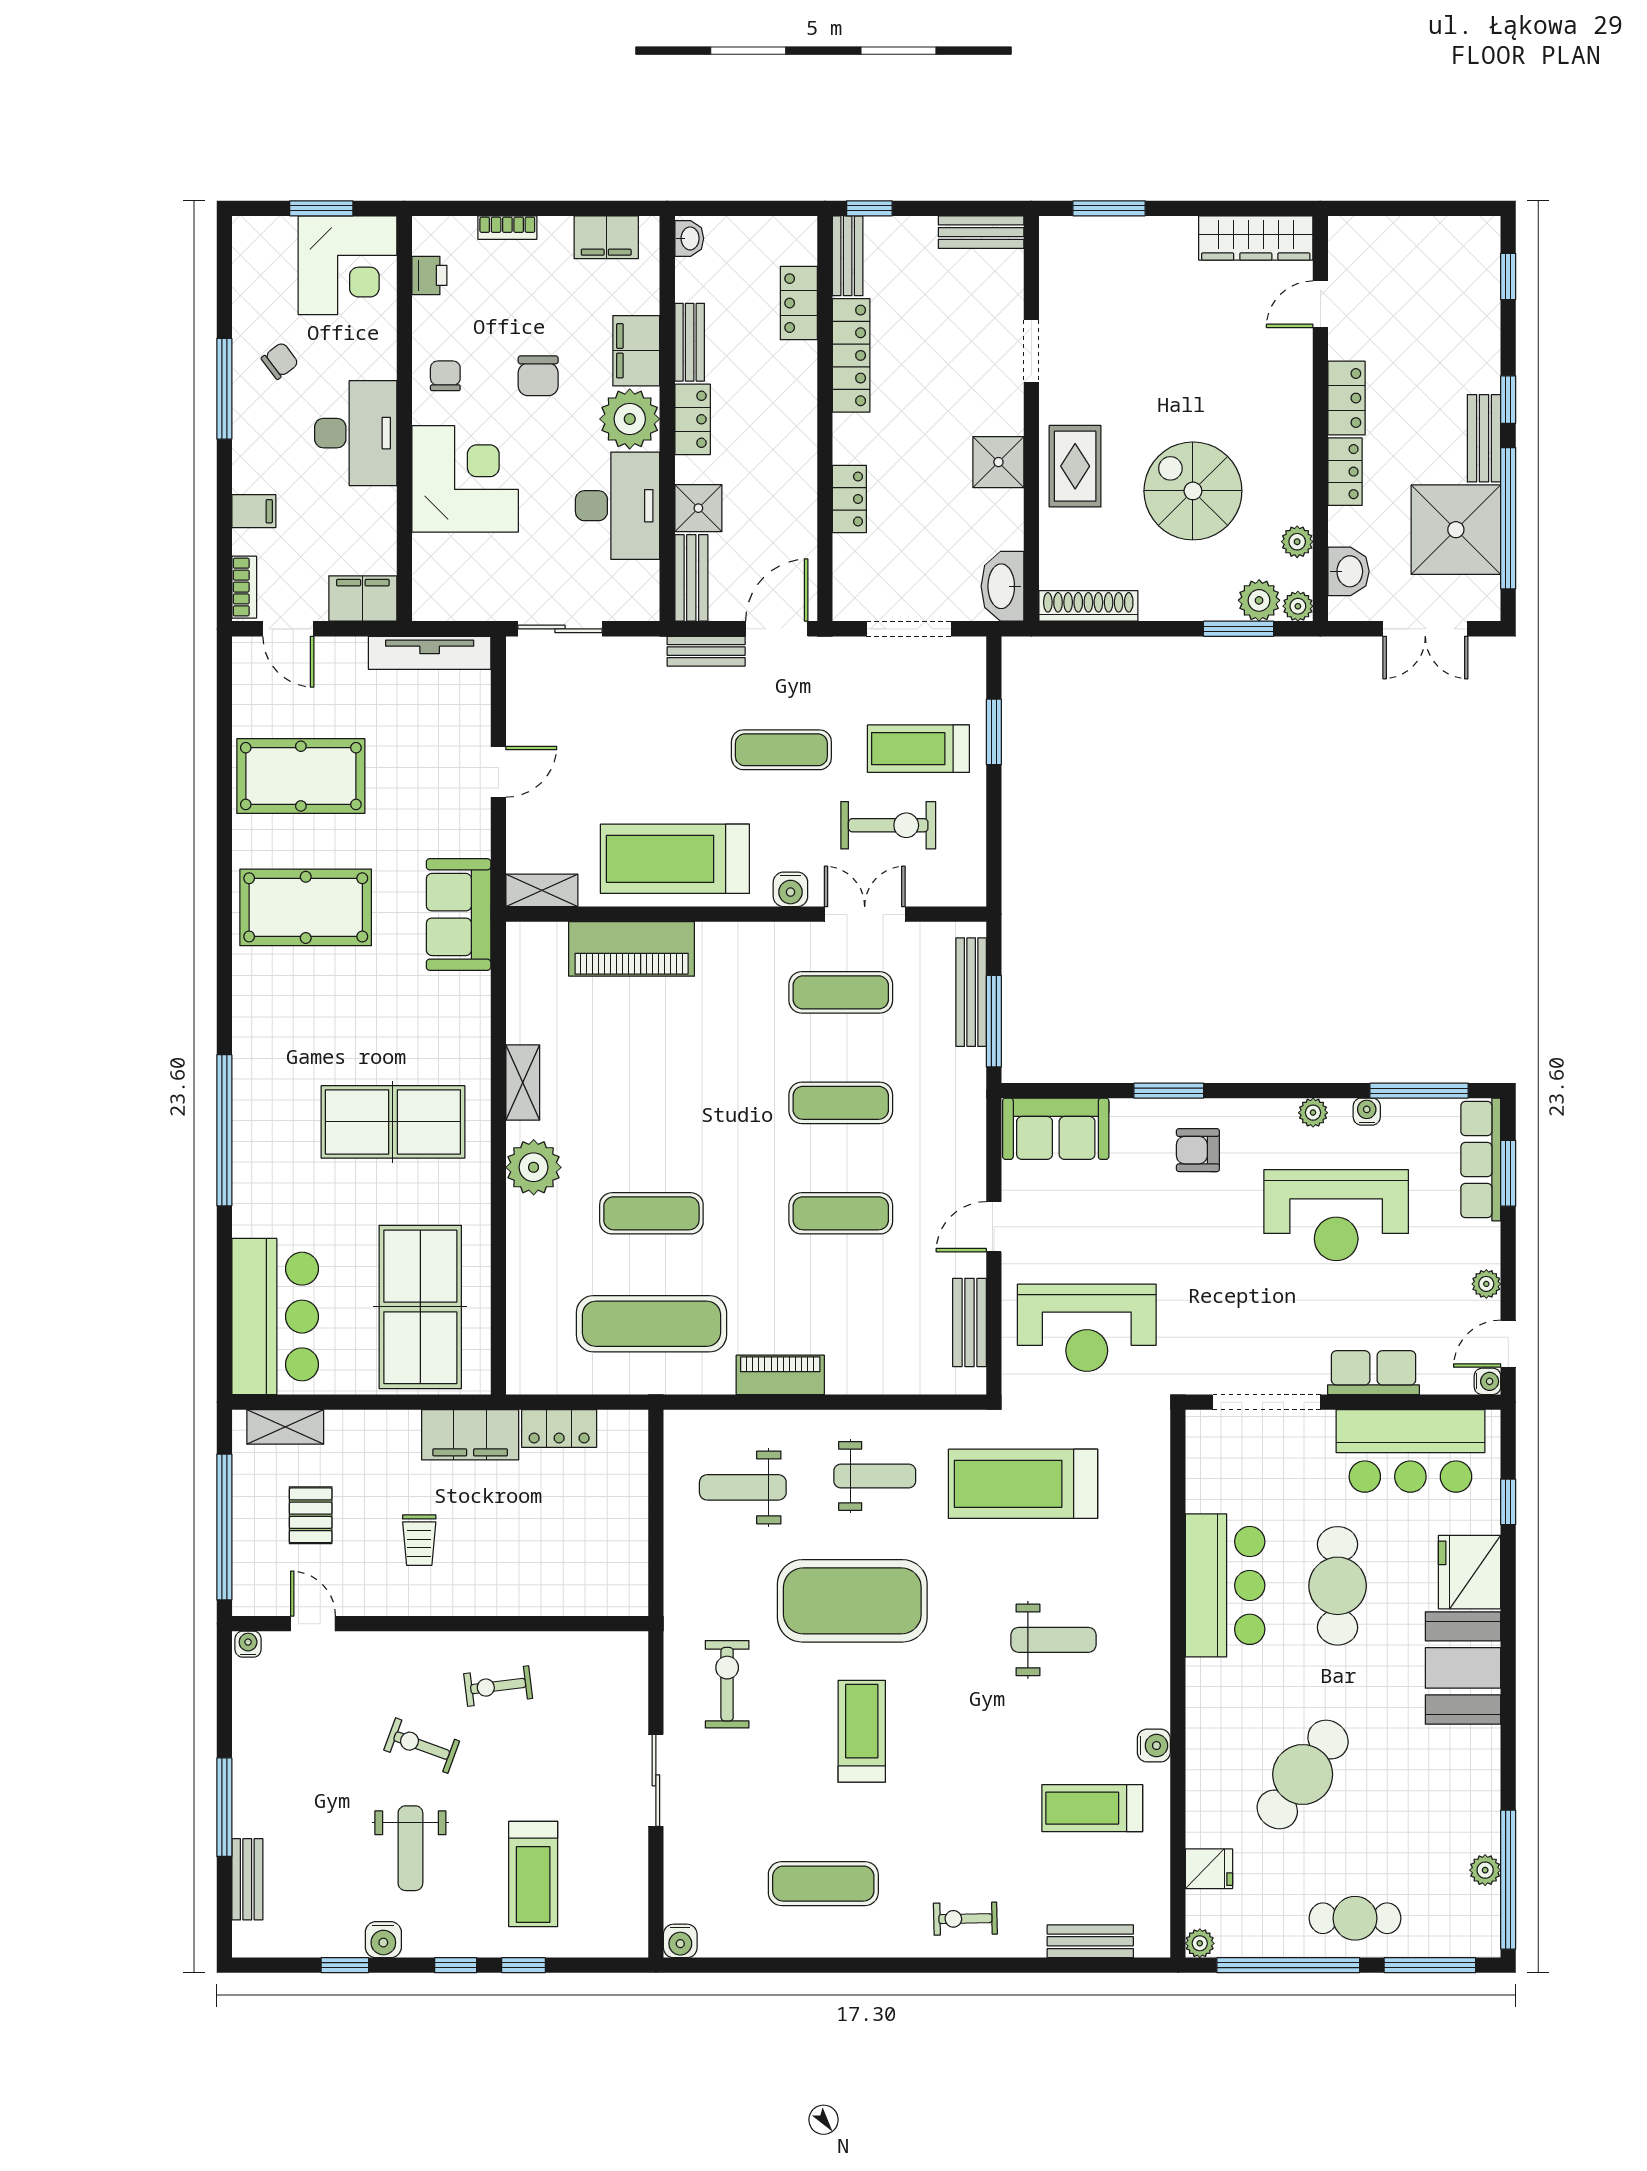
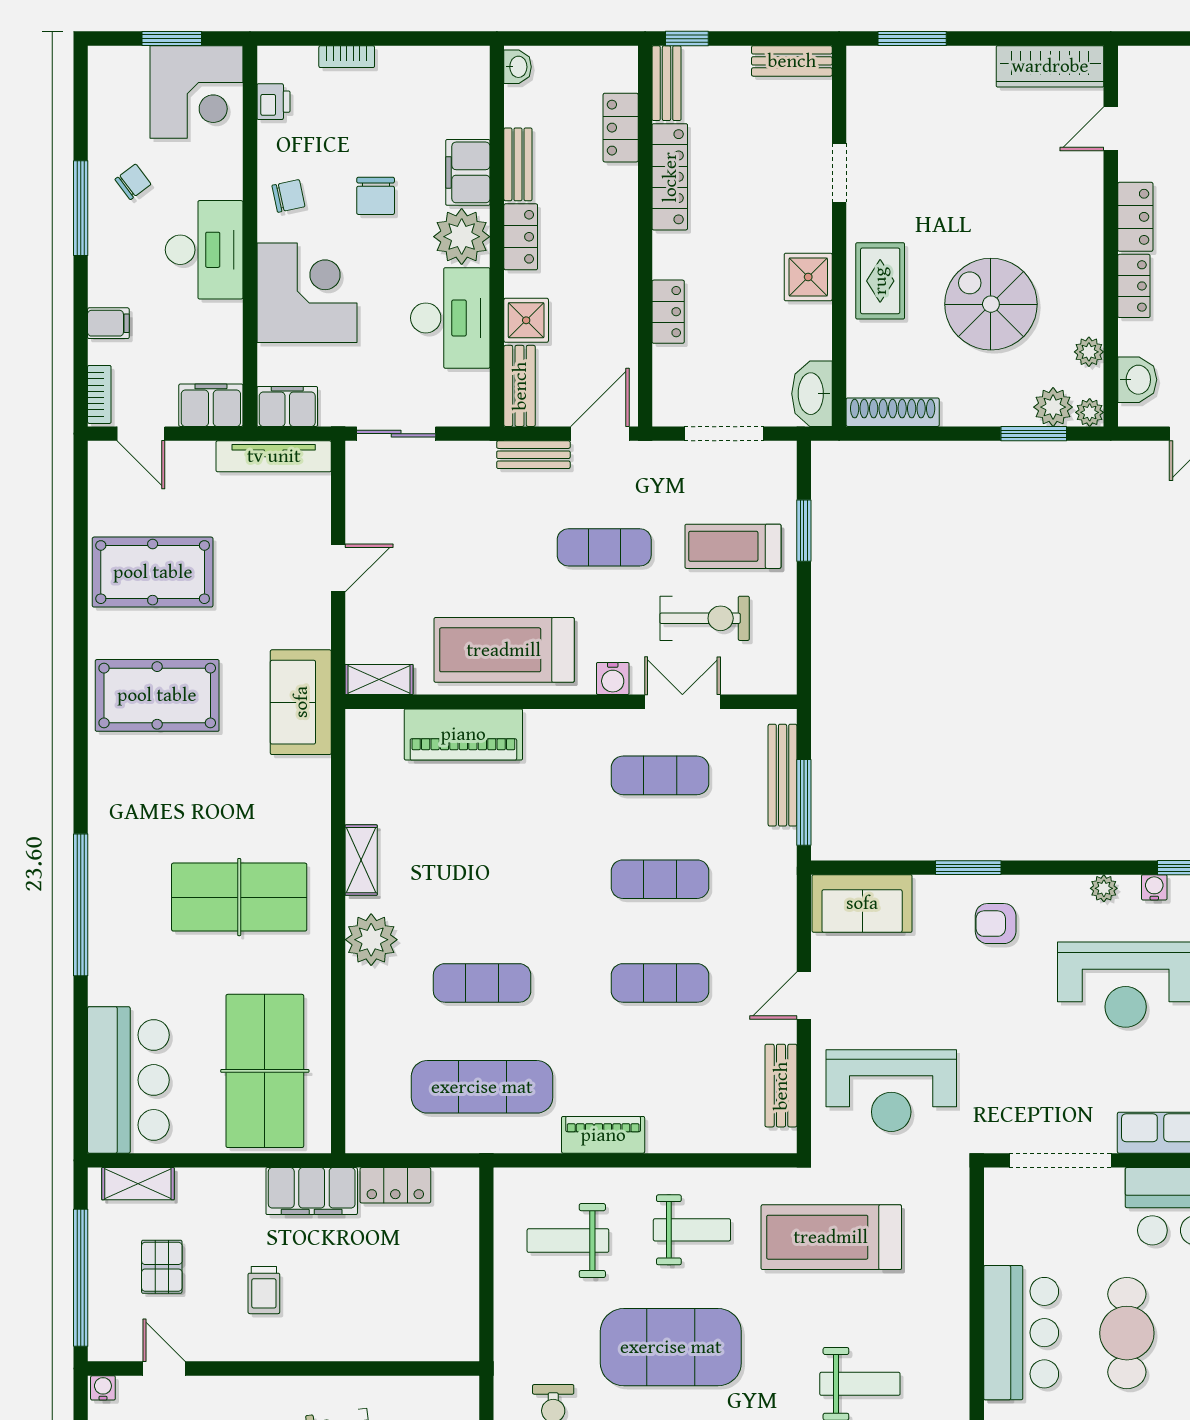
filing cabinet: (606, 237) -> (287, 406), moved, turned 180
chair: (445, 376) -> (288, 196), turned 78

